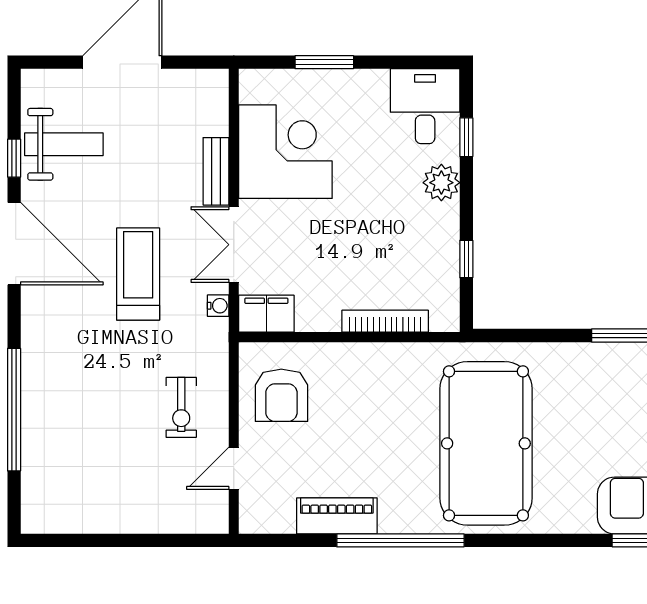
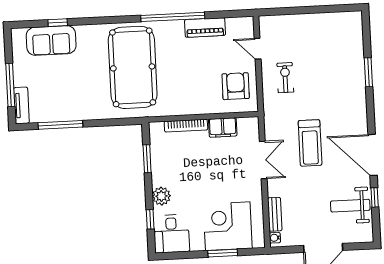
corner desk: (285, 152) -> (228, 226), moved, turned 90
bench: (216, 171) -> (275, 214), moved
window: (466, 259) -> (147, 159), width x1.50
water cooler: (218, 306) -> (275, 238), moved
filing cabinet: (266, 314) -> (223, 128), moved
window: (14, 410) -> (368, 72), width x0.47
door: (234, 468) -> (258, 49), swing flipped

